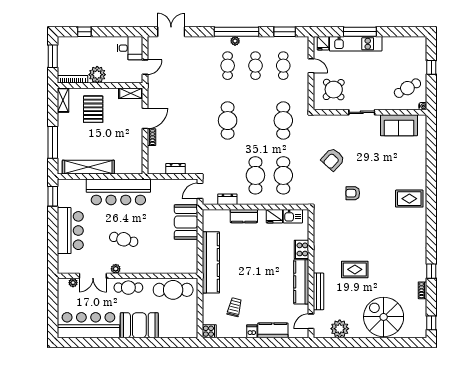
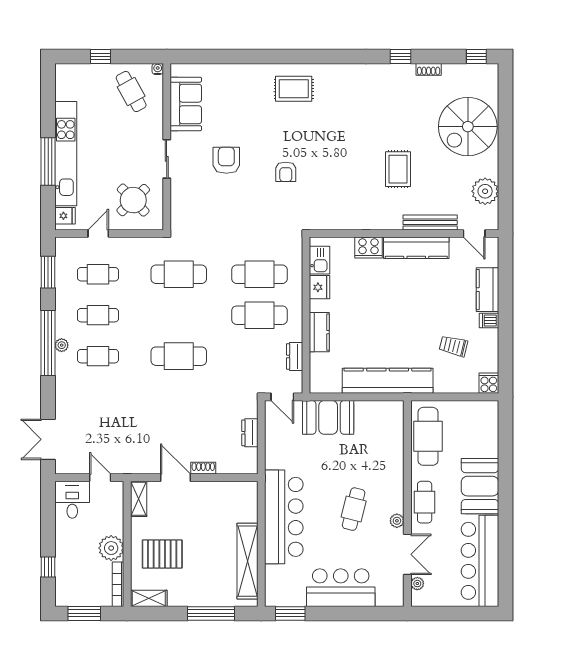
kitchen unit: (356, 44) -> (66, 154), width x1.36
armchair: (333, 159) -> (226, 160), moved, turned -133
rug: (409, 199) -> (294, 89), turned 90

